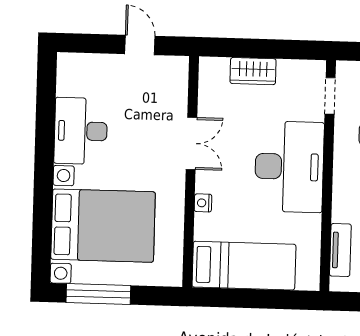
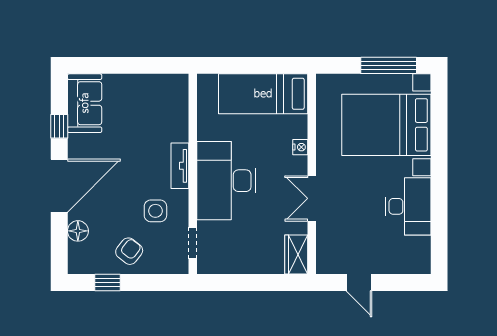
wardrobe: (253, 71) -> (296, 255), moved, turned -90
tv unit: (340, 250) -> (180, 166), moved

